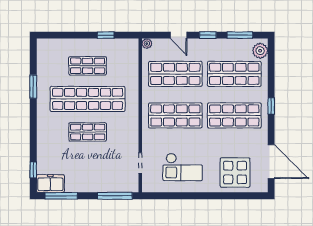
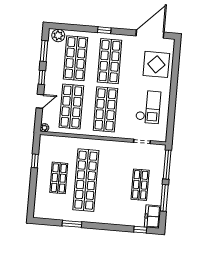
shop shelf: (88, 132) -> (140, 185), moved
window: (61, 196) -> (164, 198), moved

